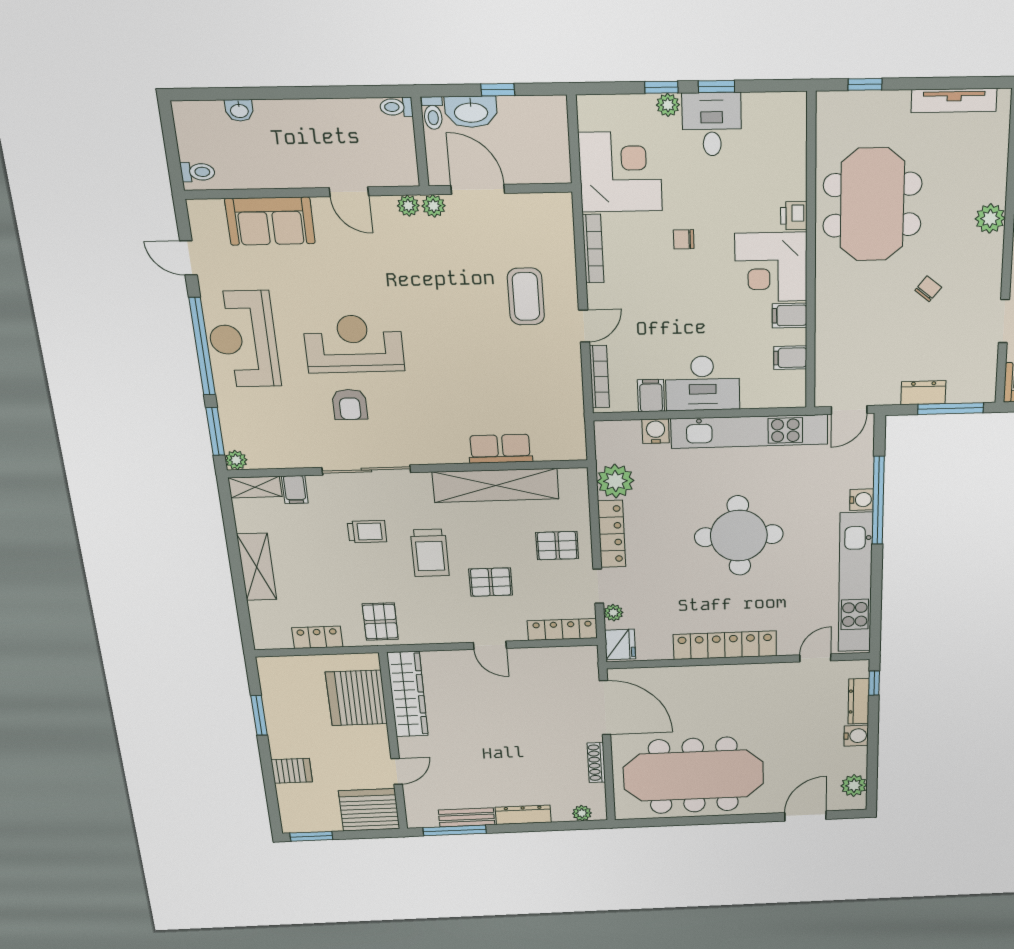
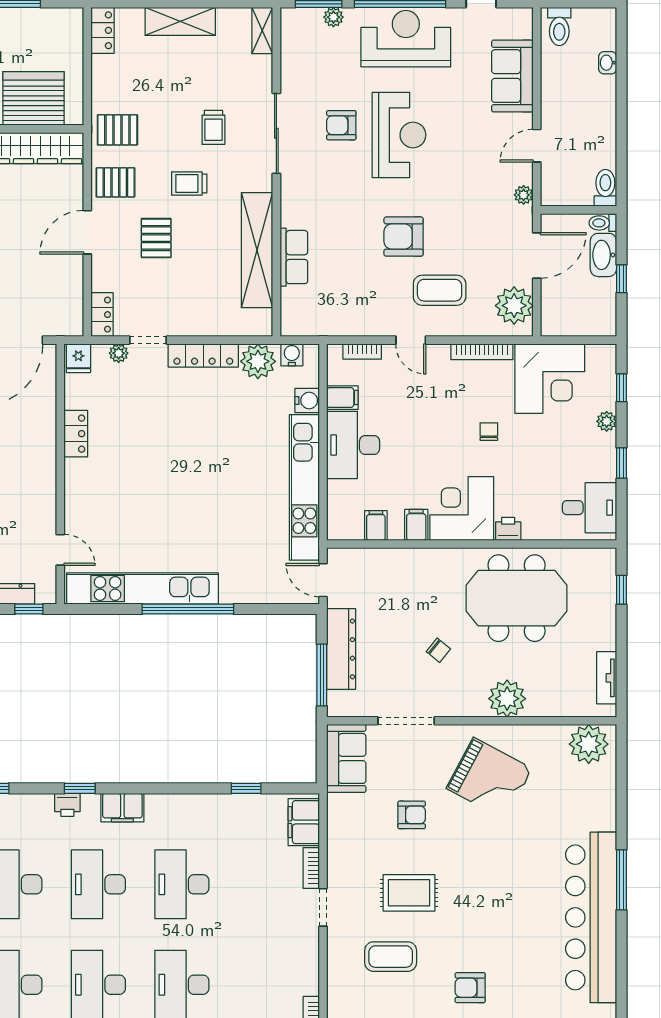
window: (661, 87) -> (622, 388), moved
tv unit: (954, 101) -> (607, 678), width x0.71
toilet: (396, 107) -> (605, 188), width x1.37, depth x1.39
desk: (712, 124) -> (590, 508), moved
toilet: (198, 172) -> (559, 26), width x1.37, depth x1.39
plant: (434, 206) -> (514, 306), moved, width x1.87, depth x1.87
plant: (990, 218) -> (507, 699), width x1.36, depth x1.36
doorway: (1004, 321) -> (406, 721), width x1.38
armchair: (468, 336) -> (404, 237), added
bookcase: (599, 377) -> (362, 351), width x0.64
dresser: (923, 393) -> (341, 649), width x1.96, depth x1.24
plant: (236, 460) -> (333, 17), moved
filing cabinet: (295, 490) -> (259, 66), removed
water cooler: (862, 500) -> (292, 355), moved, turned 180
window: (878, 500) -> (188, 609), moved
round table: (739, 536) -> (197, 476), removed
pallet: (557, 546) -> (115, 182), moved, turned 90
trolley: (430, 553) -> (189, 183), width x0.73, depth x0.72
locker: (562, 629) -> (102, 315), width x0.66
locker: (317, 637) -> (103, 30), moved
fridge: (620, 644) -> (78, 358), width x0.72
door: (490, 645) -> (87, 232), width x1.38
locker: (725, 645) -> (76, 434), width x0.46, depth x0.83

